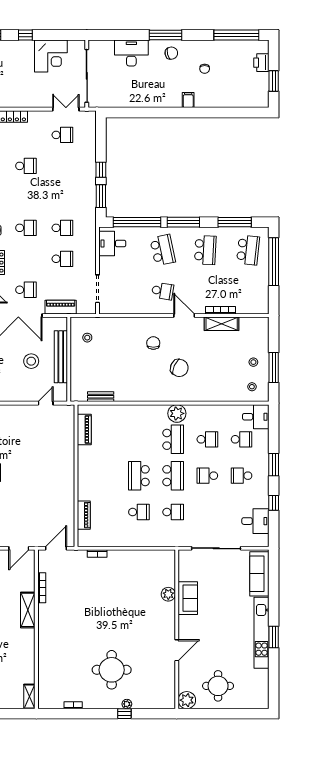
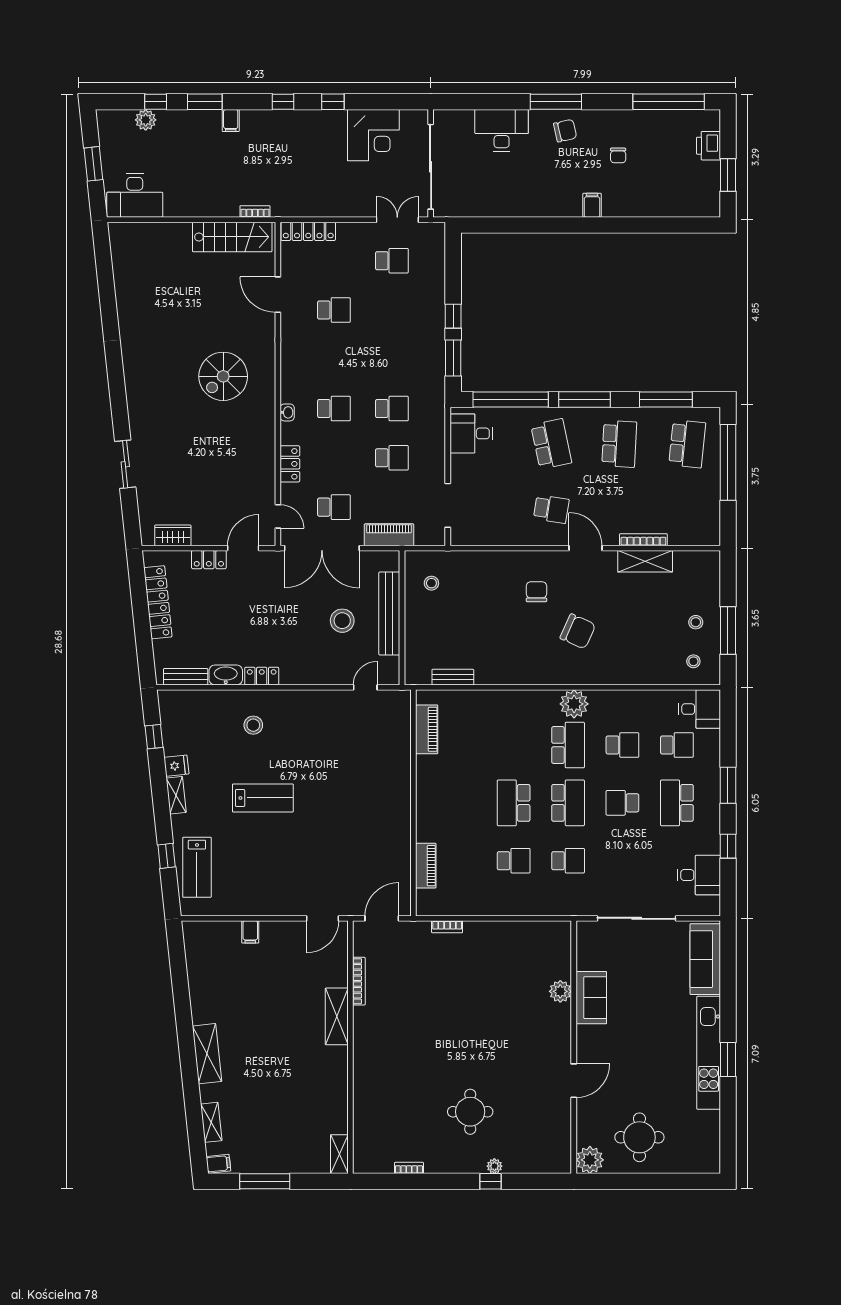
school desk: (242, 476) -> (677, 803), width x1.85
round table: (112, 670) -> (470, 1112), width x0.73, depth x0.73

